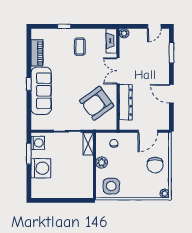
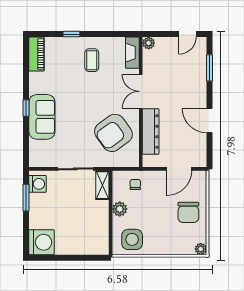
piano: (37, 53) -> (37, 54), moved
sofa: (41, 91) -> (42, 117), width x0.73
washing machine: (41, 168) -> (42, 242), moved

